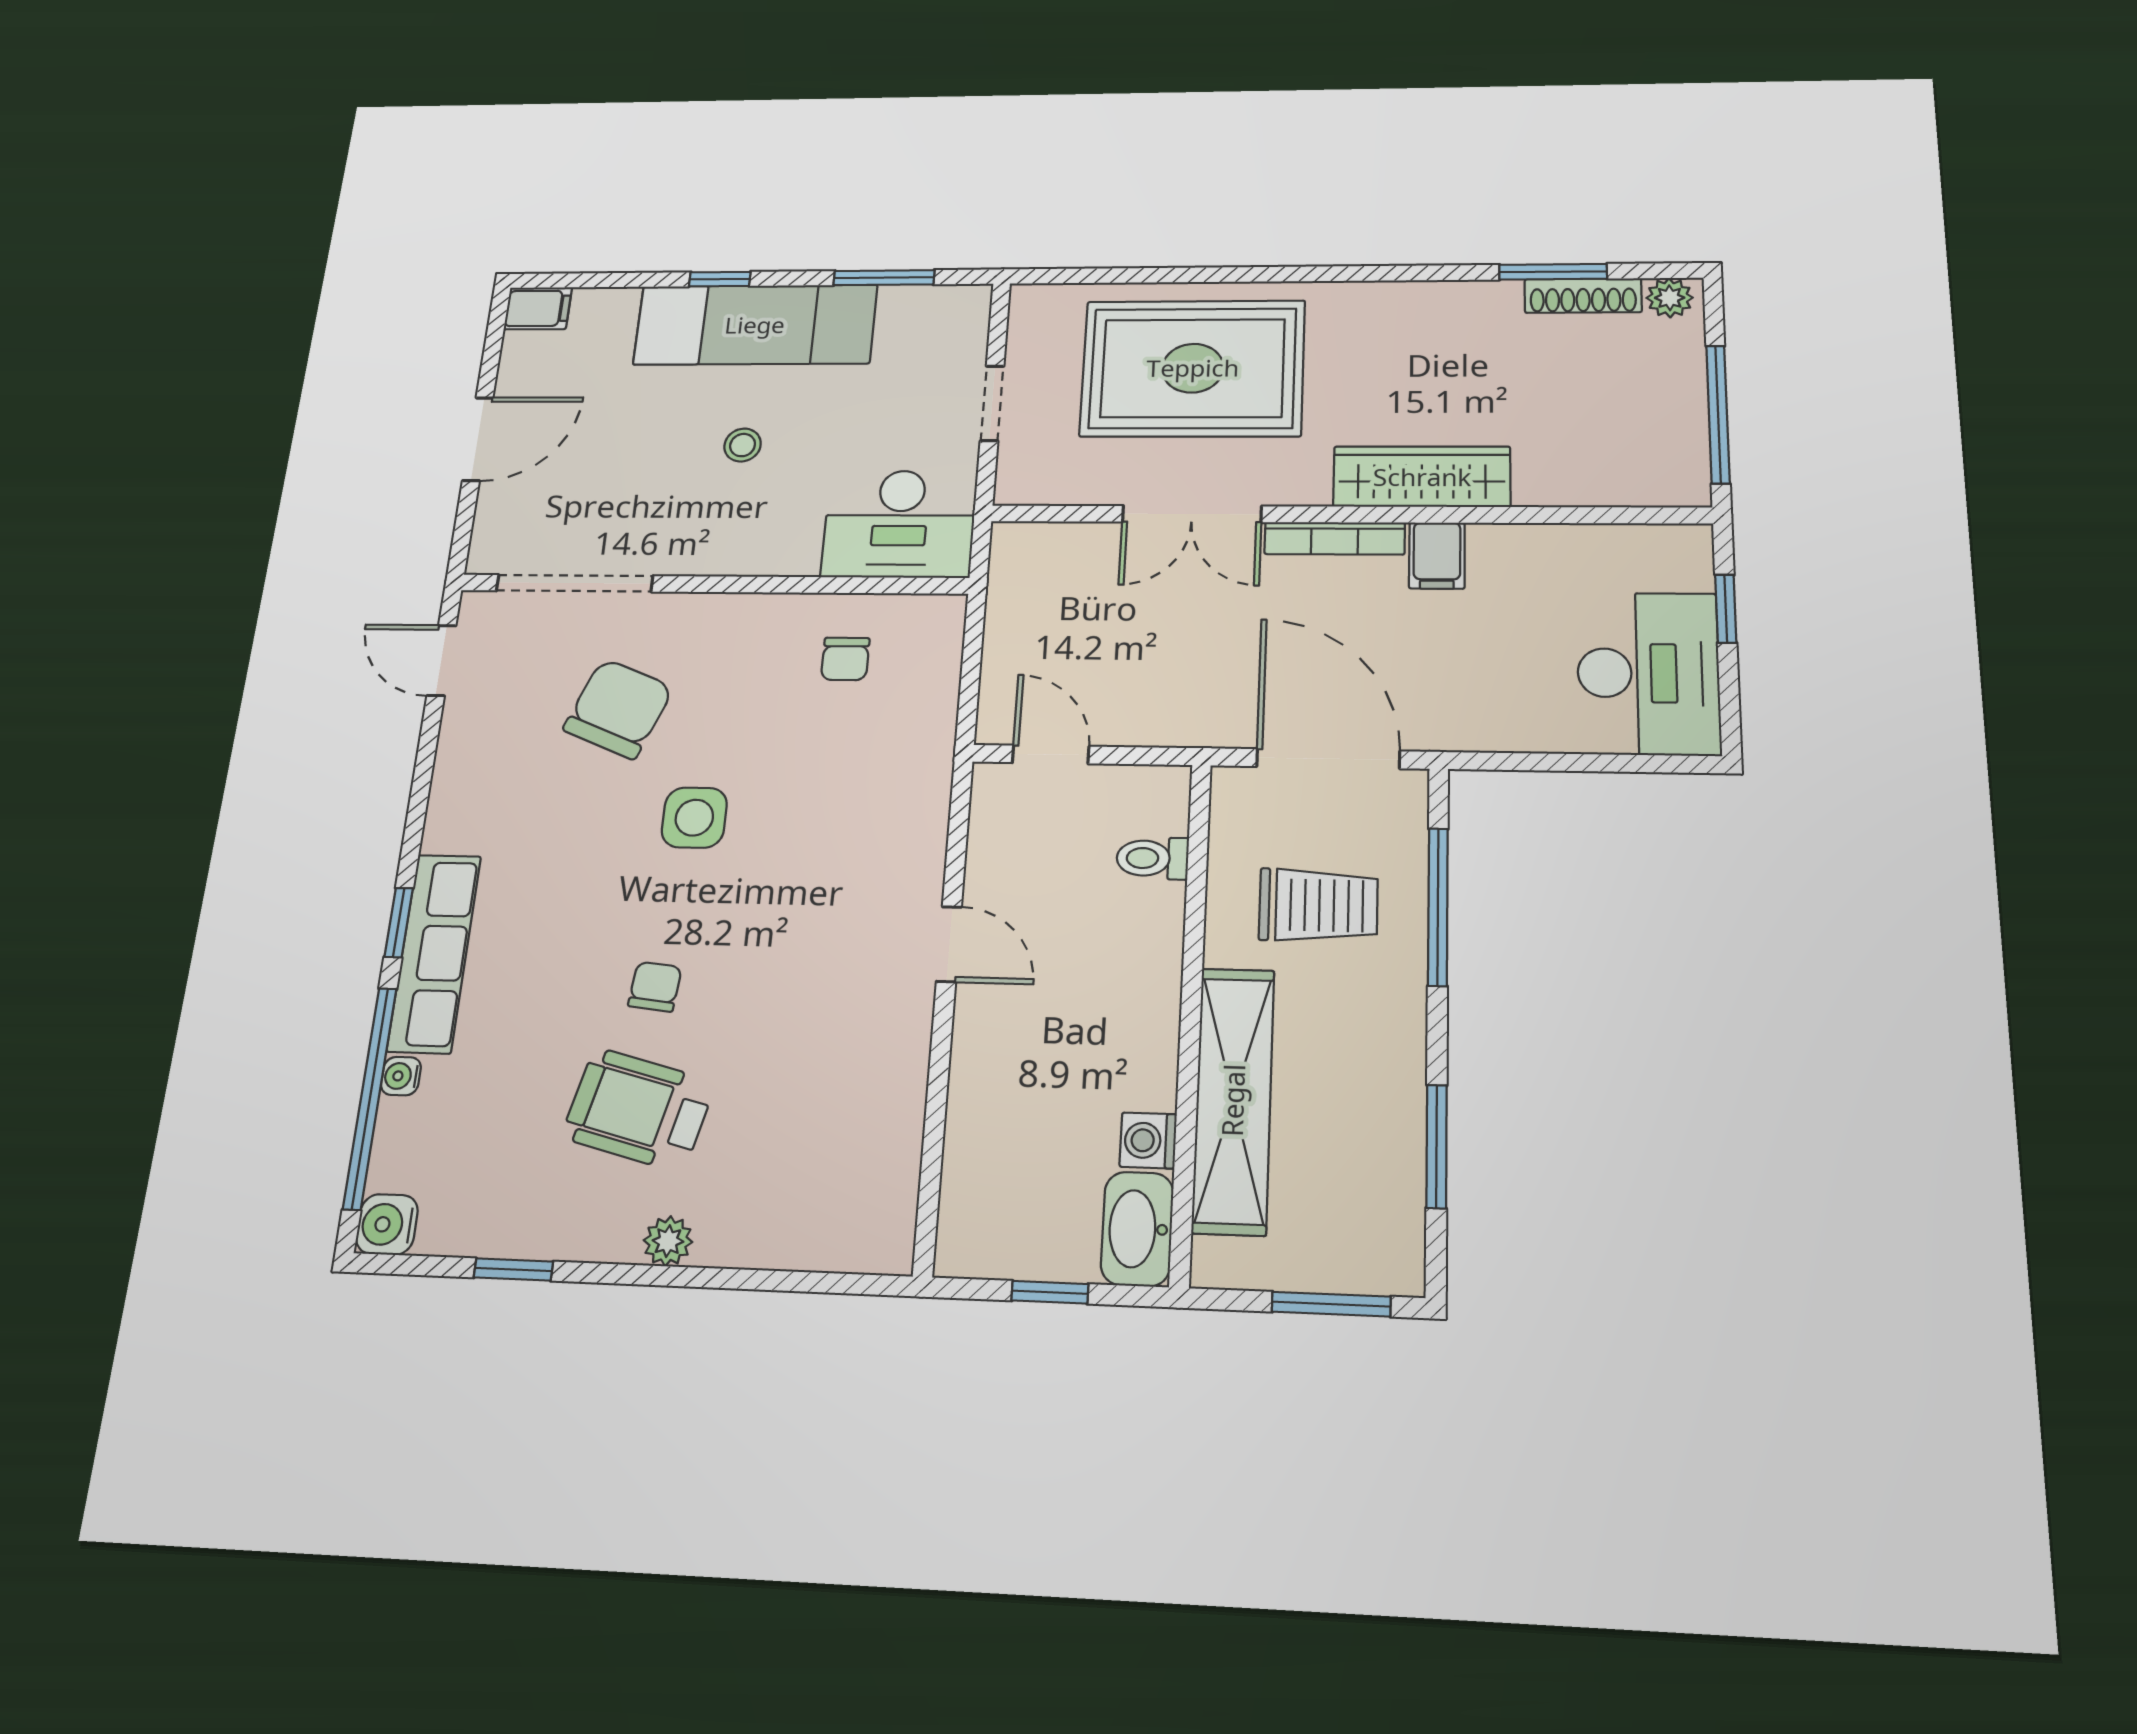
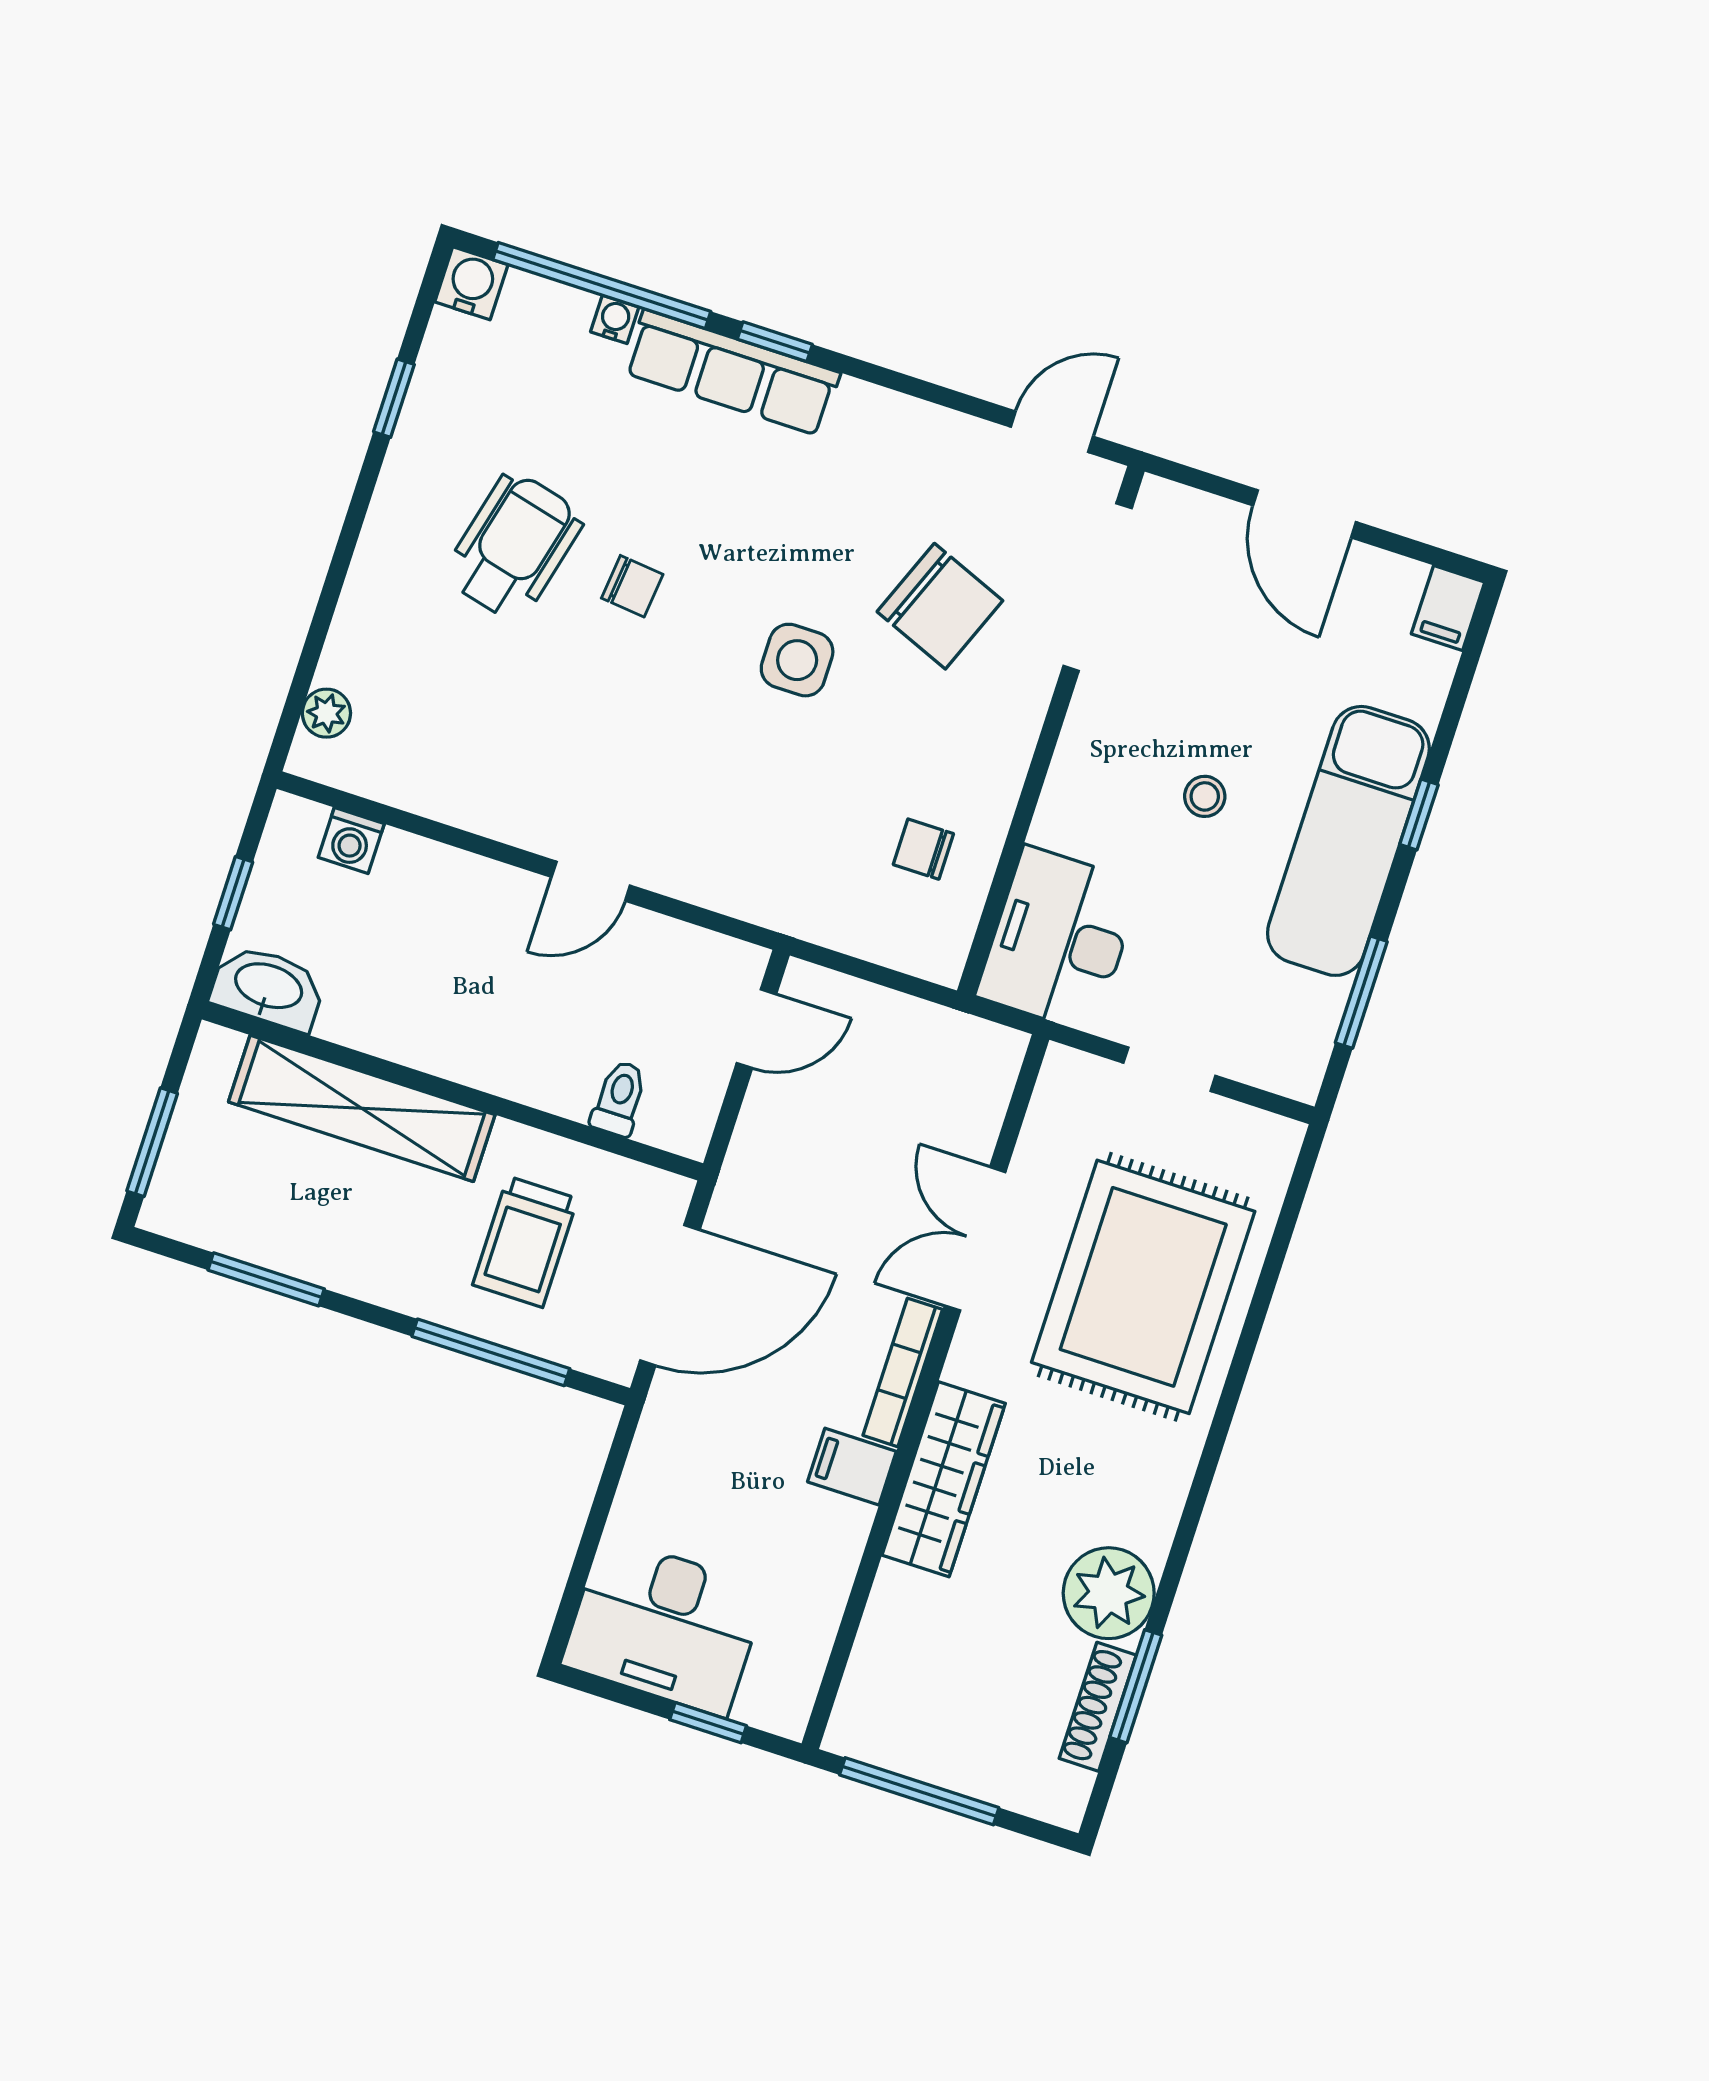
plant: (1670, 298) -> (1109, 1593), moved, width x1.88, depth x1.88
washing machine: (1148, 1140) -> (351, 841), moved, turned 180
plant: (668, 1241) -> (326, 713), moved

